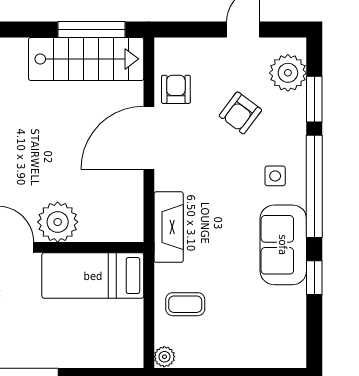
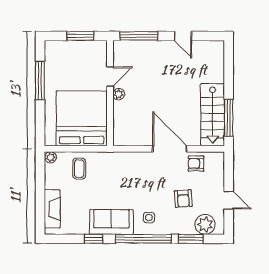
armchair: (176, 89) -> (196, 164), turned 180
armchair: (240, 113) -> (183, 199), turned -131
plant: (58, 222) -> (119, 94), width x0.53, depth x0.53
fireplace: (169, 227) -> (52, 209), moved, turned -90
bed: (93, 276) -> (82, 118), width x2.04

